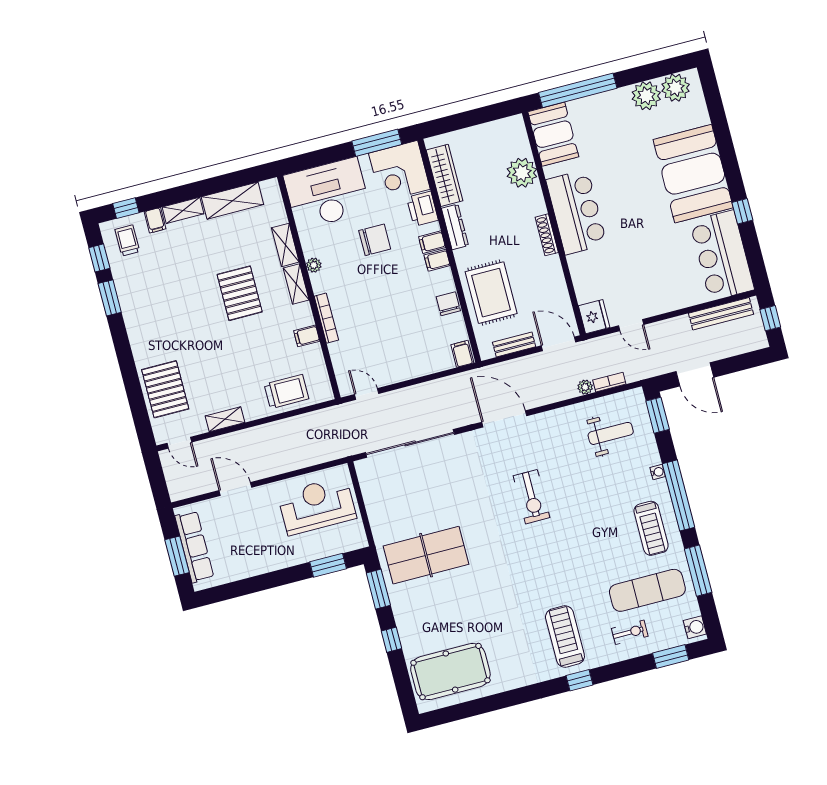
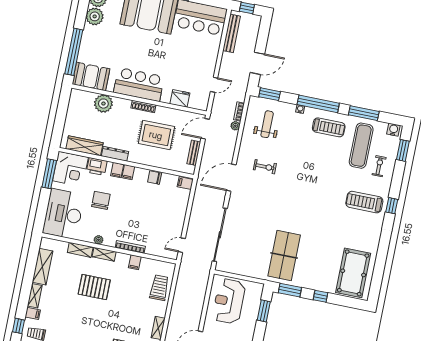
rug: (491, 293) -> (156, 135), moved
fridge: (594, 317) -> (180, 98), moved
exercise bike: (531, 497) -> (265, 167), moved, width x0.73, depth x0.72

